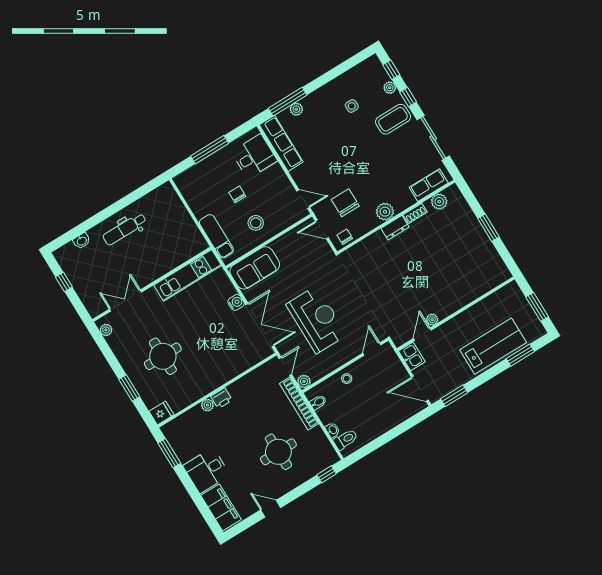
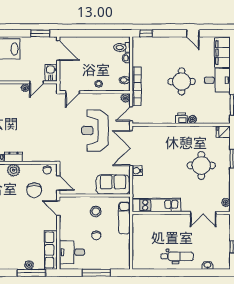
round table: (278, 452) -> (182, 81), moved

